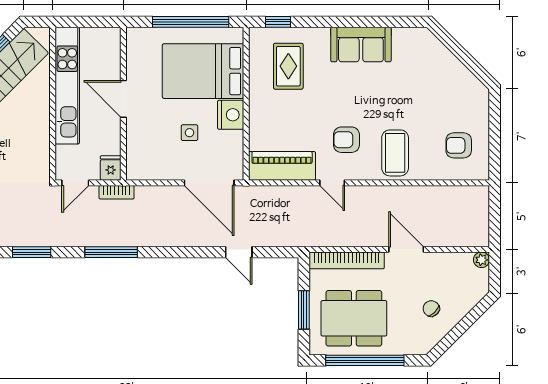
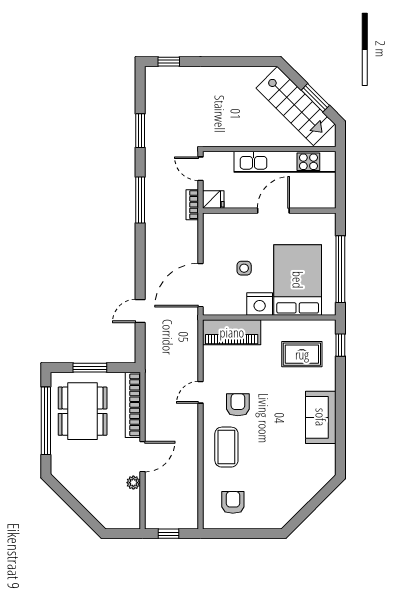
coffee table: (395, 153) -> (226, 447), turned 90
piano: (282, 166) -> (232, 332), moved, turned 90
window: (495, 219) -> (169, 534), added
plant: (481, 260) -> (133, 483), moved
chair: (431, 309) -> (91, 478), removed

